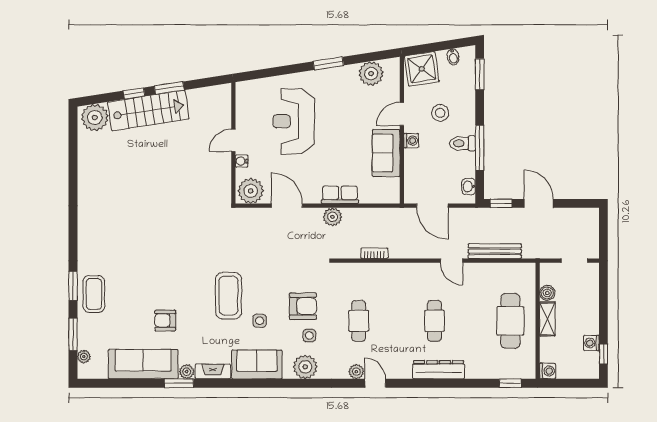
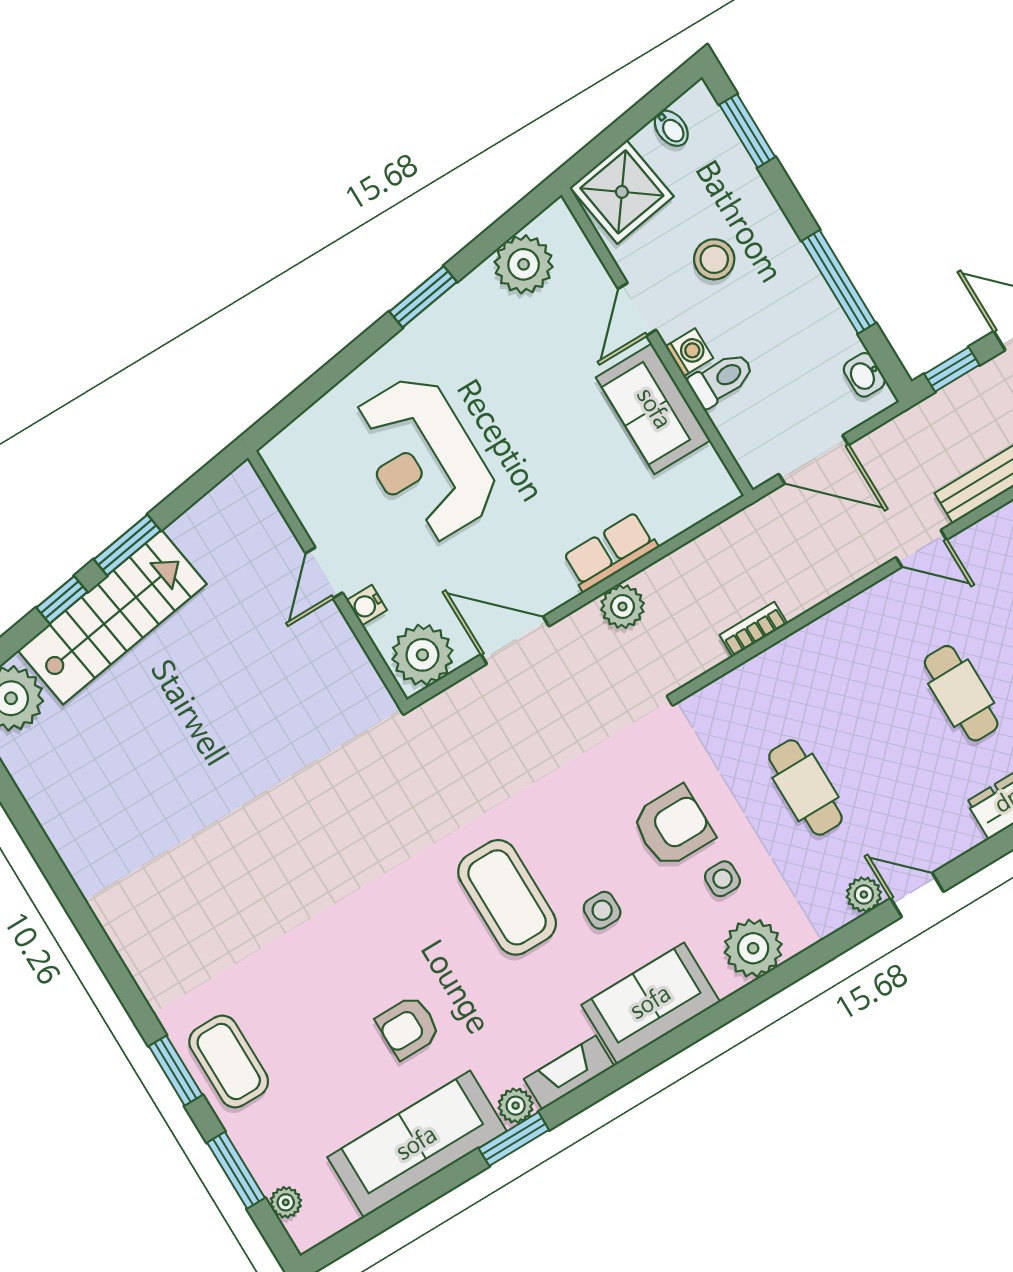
toilet: (462, 143) -> (721, 379), moved, turned 180

